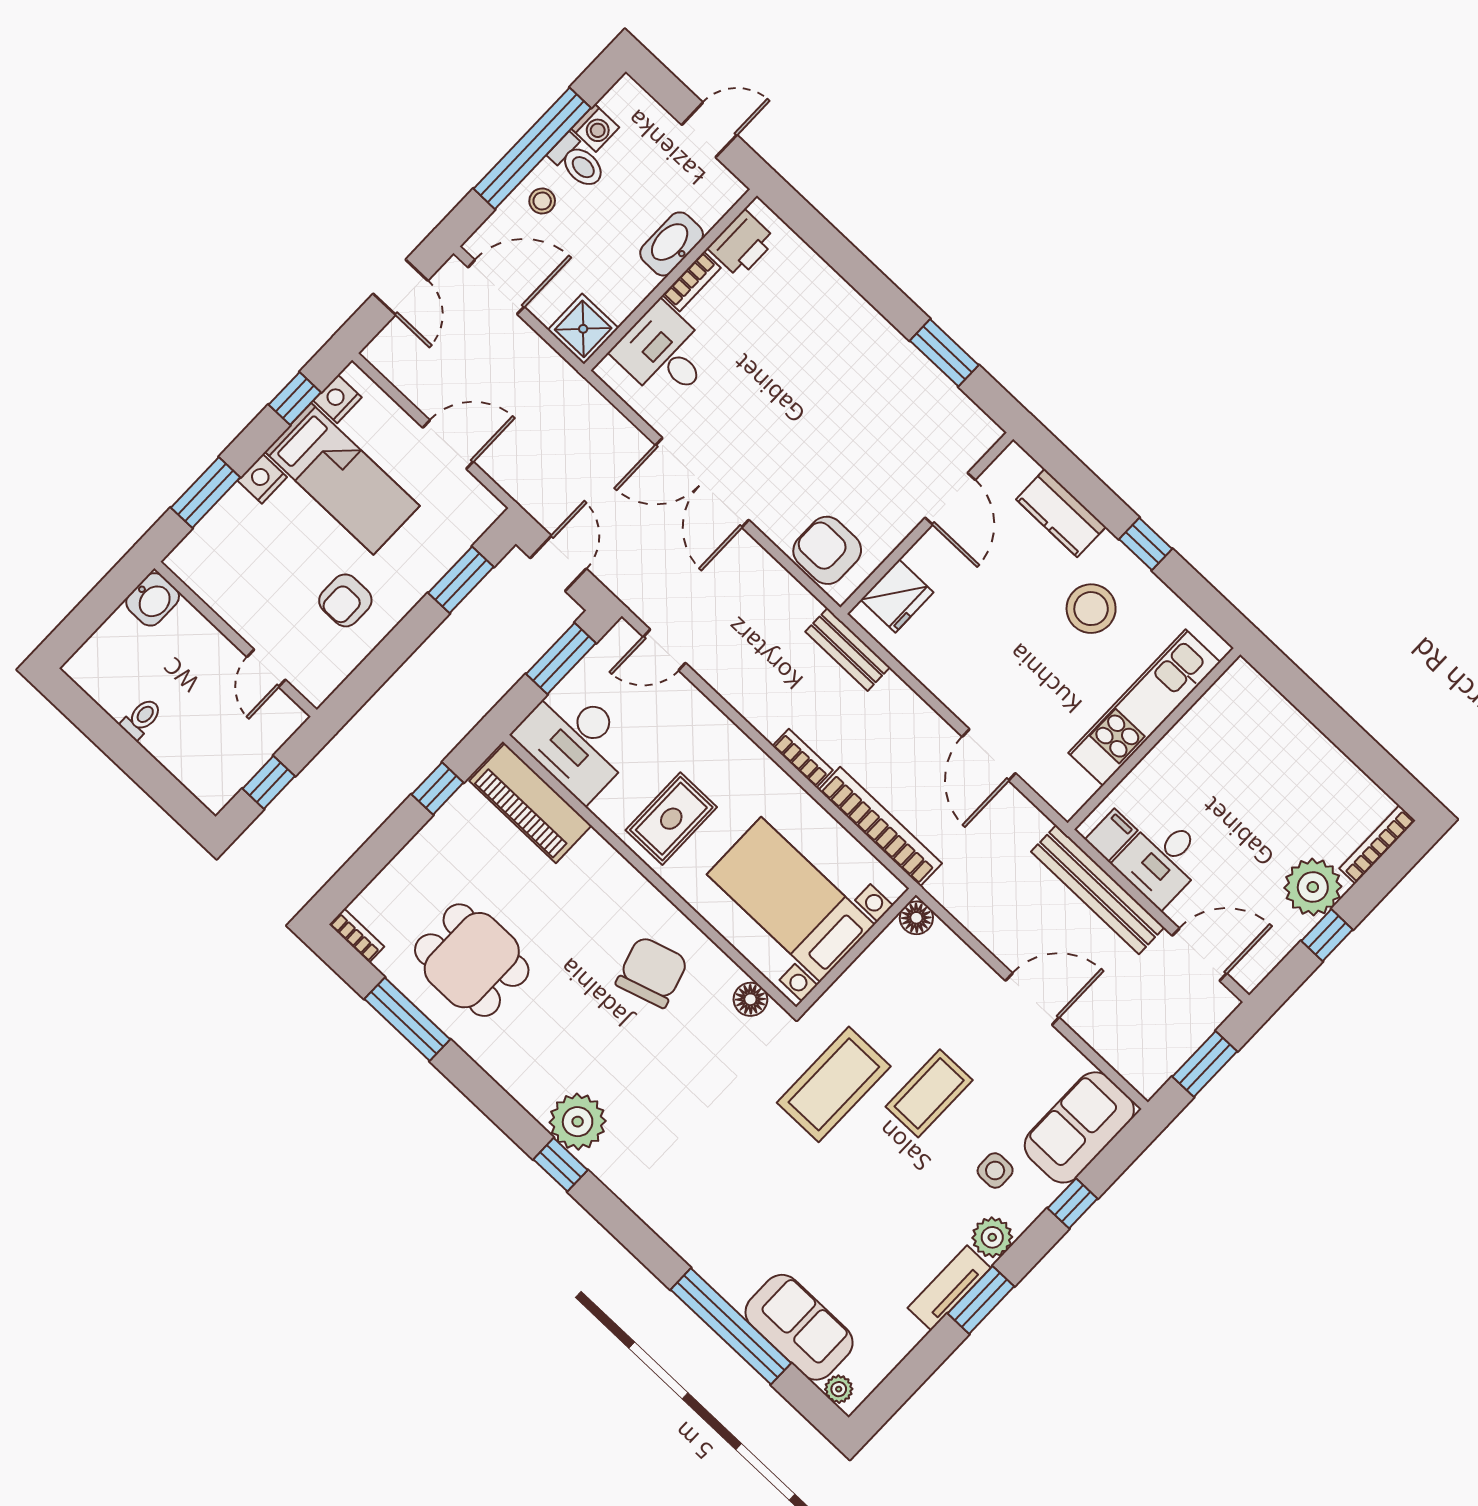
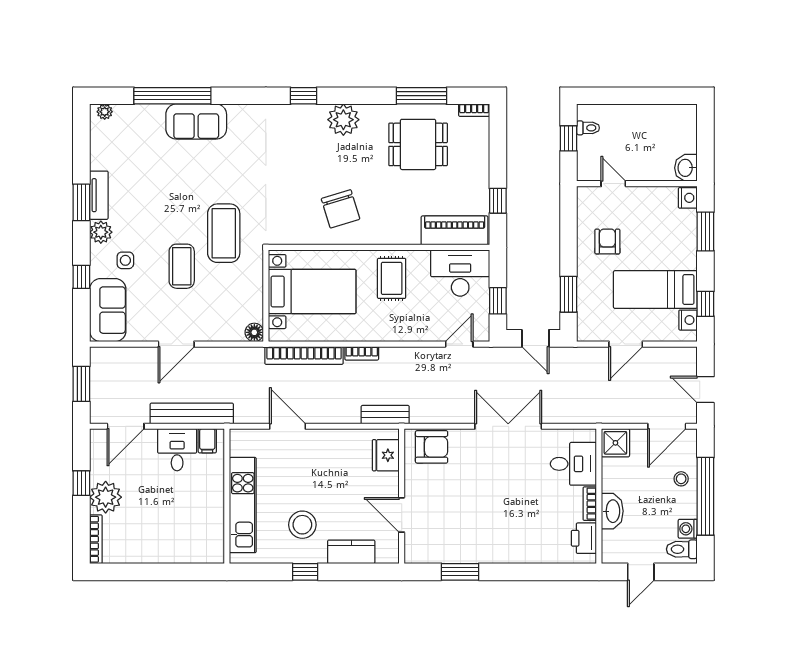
toilet: (578, 162) -> (682, 549), moved
nightstand: (262, 479) -> (688, 198), moved
window: (561, 658) -> (498, 301), width x0.67
toilet: (141, 718) -> (588, 128), moved, turned -90
floor lamp: (750, 999) -> (290, 236), removed
plant: (578, 1122) -> (343, 120), moved
sofa: (799, 1327) -> (196, 122), moved

